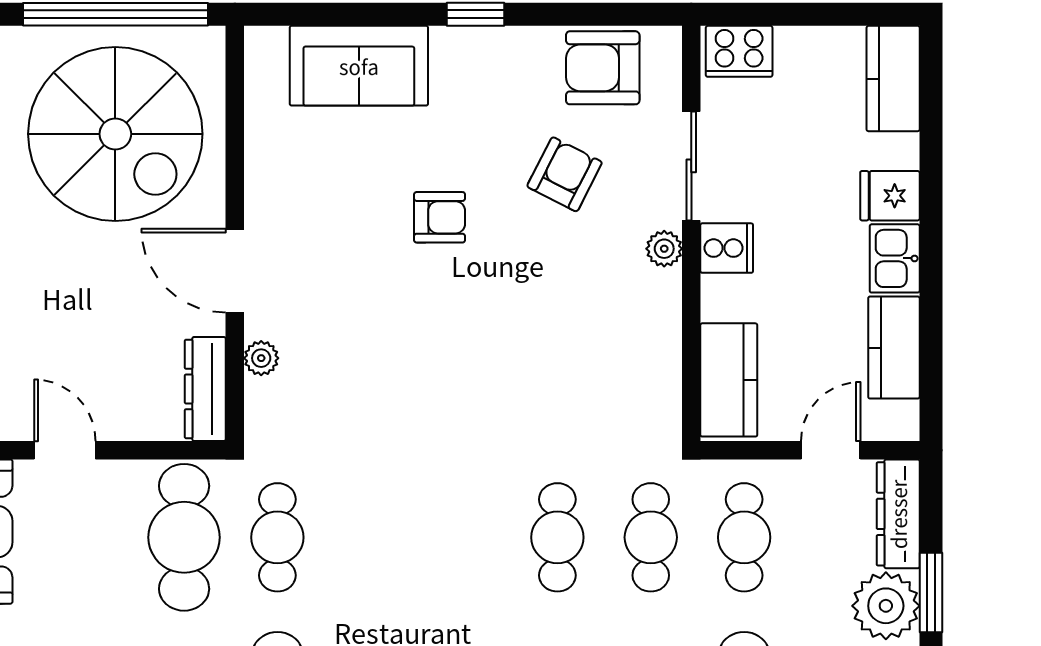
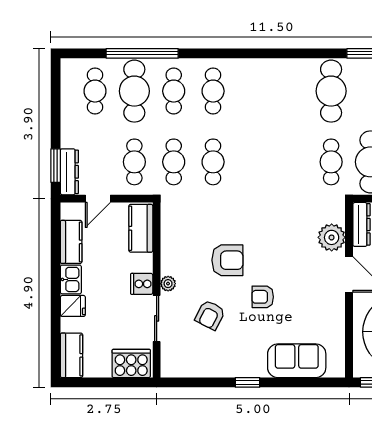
cooker: (739, 51) -> (131, 363), width x1.37, depth x1.31
armchair: (603, 68) -> (227, 260), moved
plant: (261, 358) -> (332, 237), width x1.87, depth x1.87
window: (931, 593) -> (56, 166), moved
plant: (886, 606) -> (75, 133), removed

